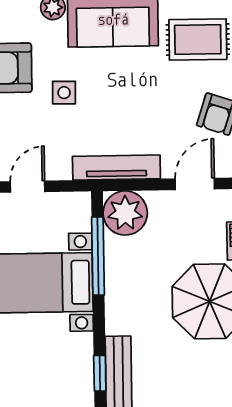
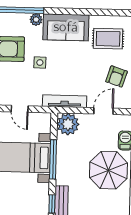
door: (28, 187) -> (20, 109), swing flipped
window: (98, 256) -> (53, 159), moved

